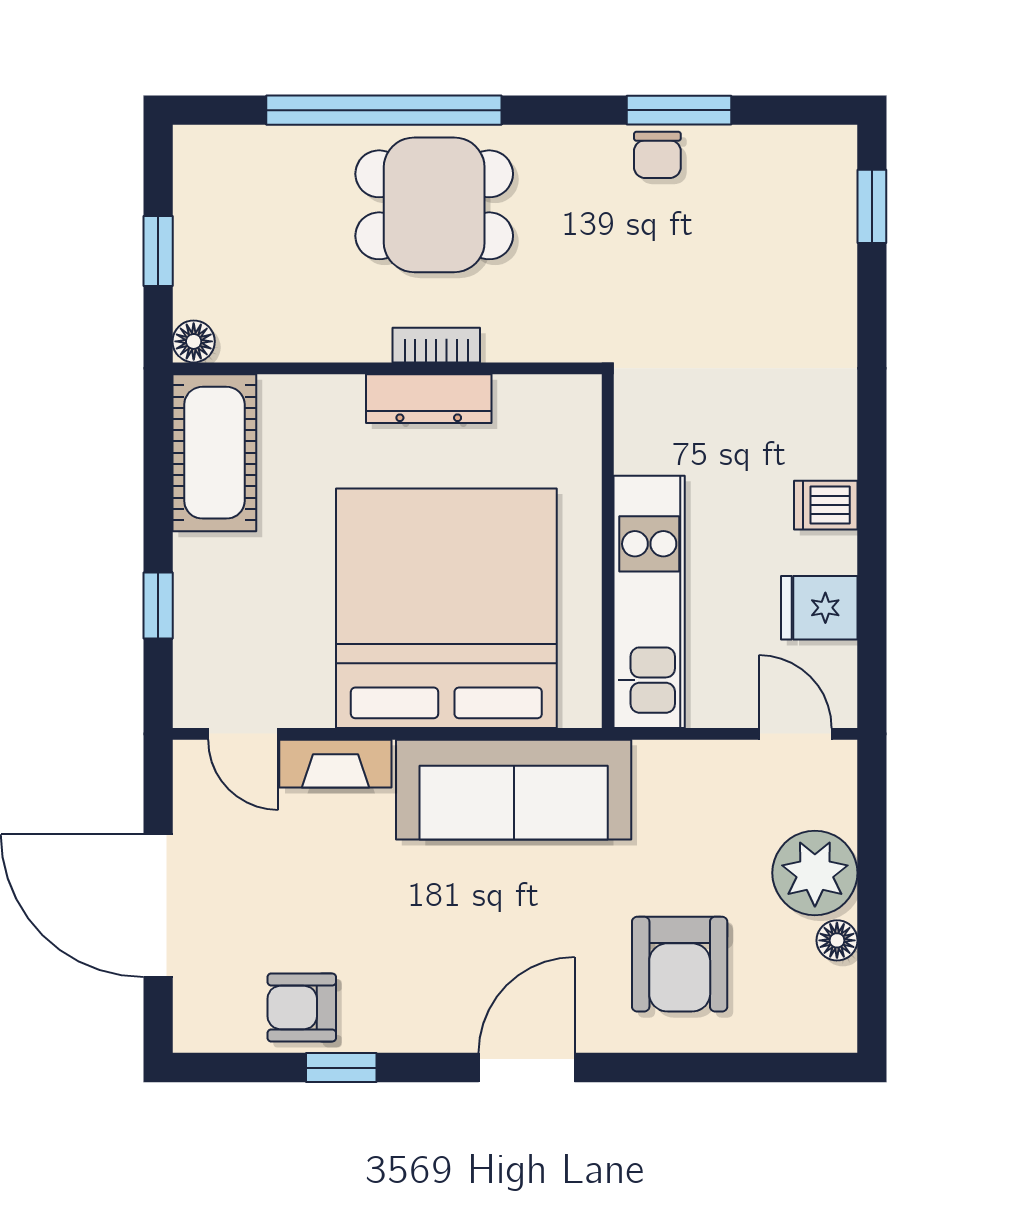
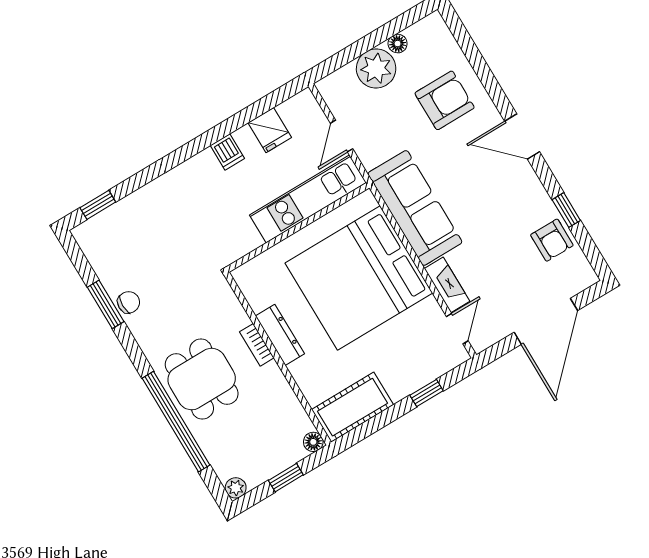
plant: (195, 147) -> (236, 488), added
door: (795, 734) -> (342, 136), moved

